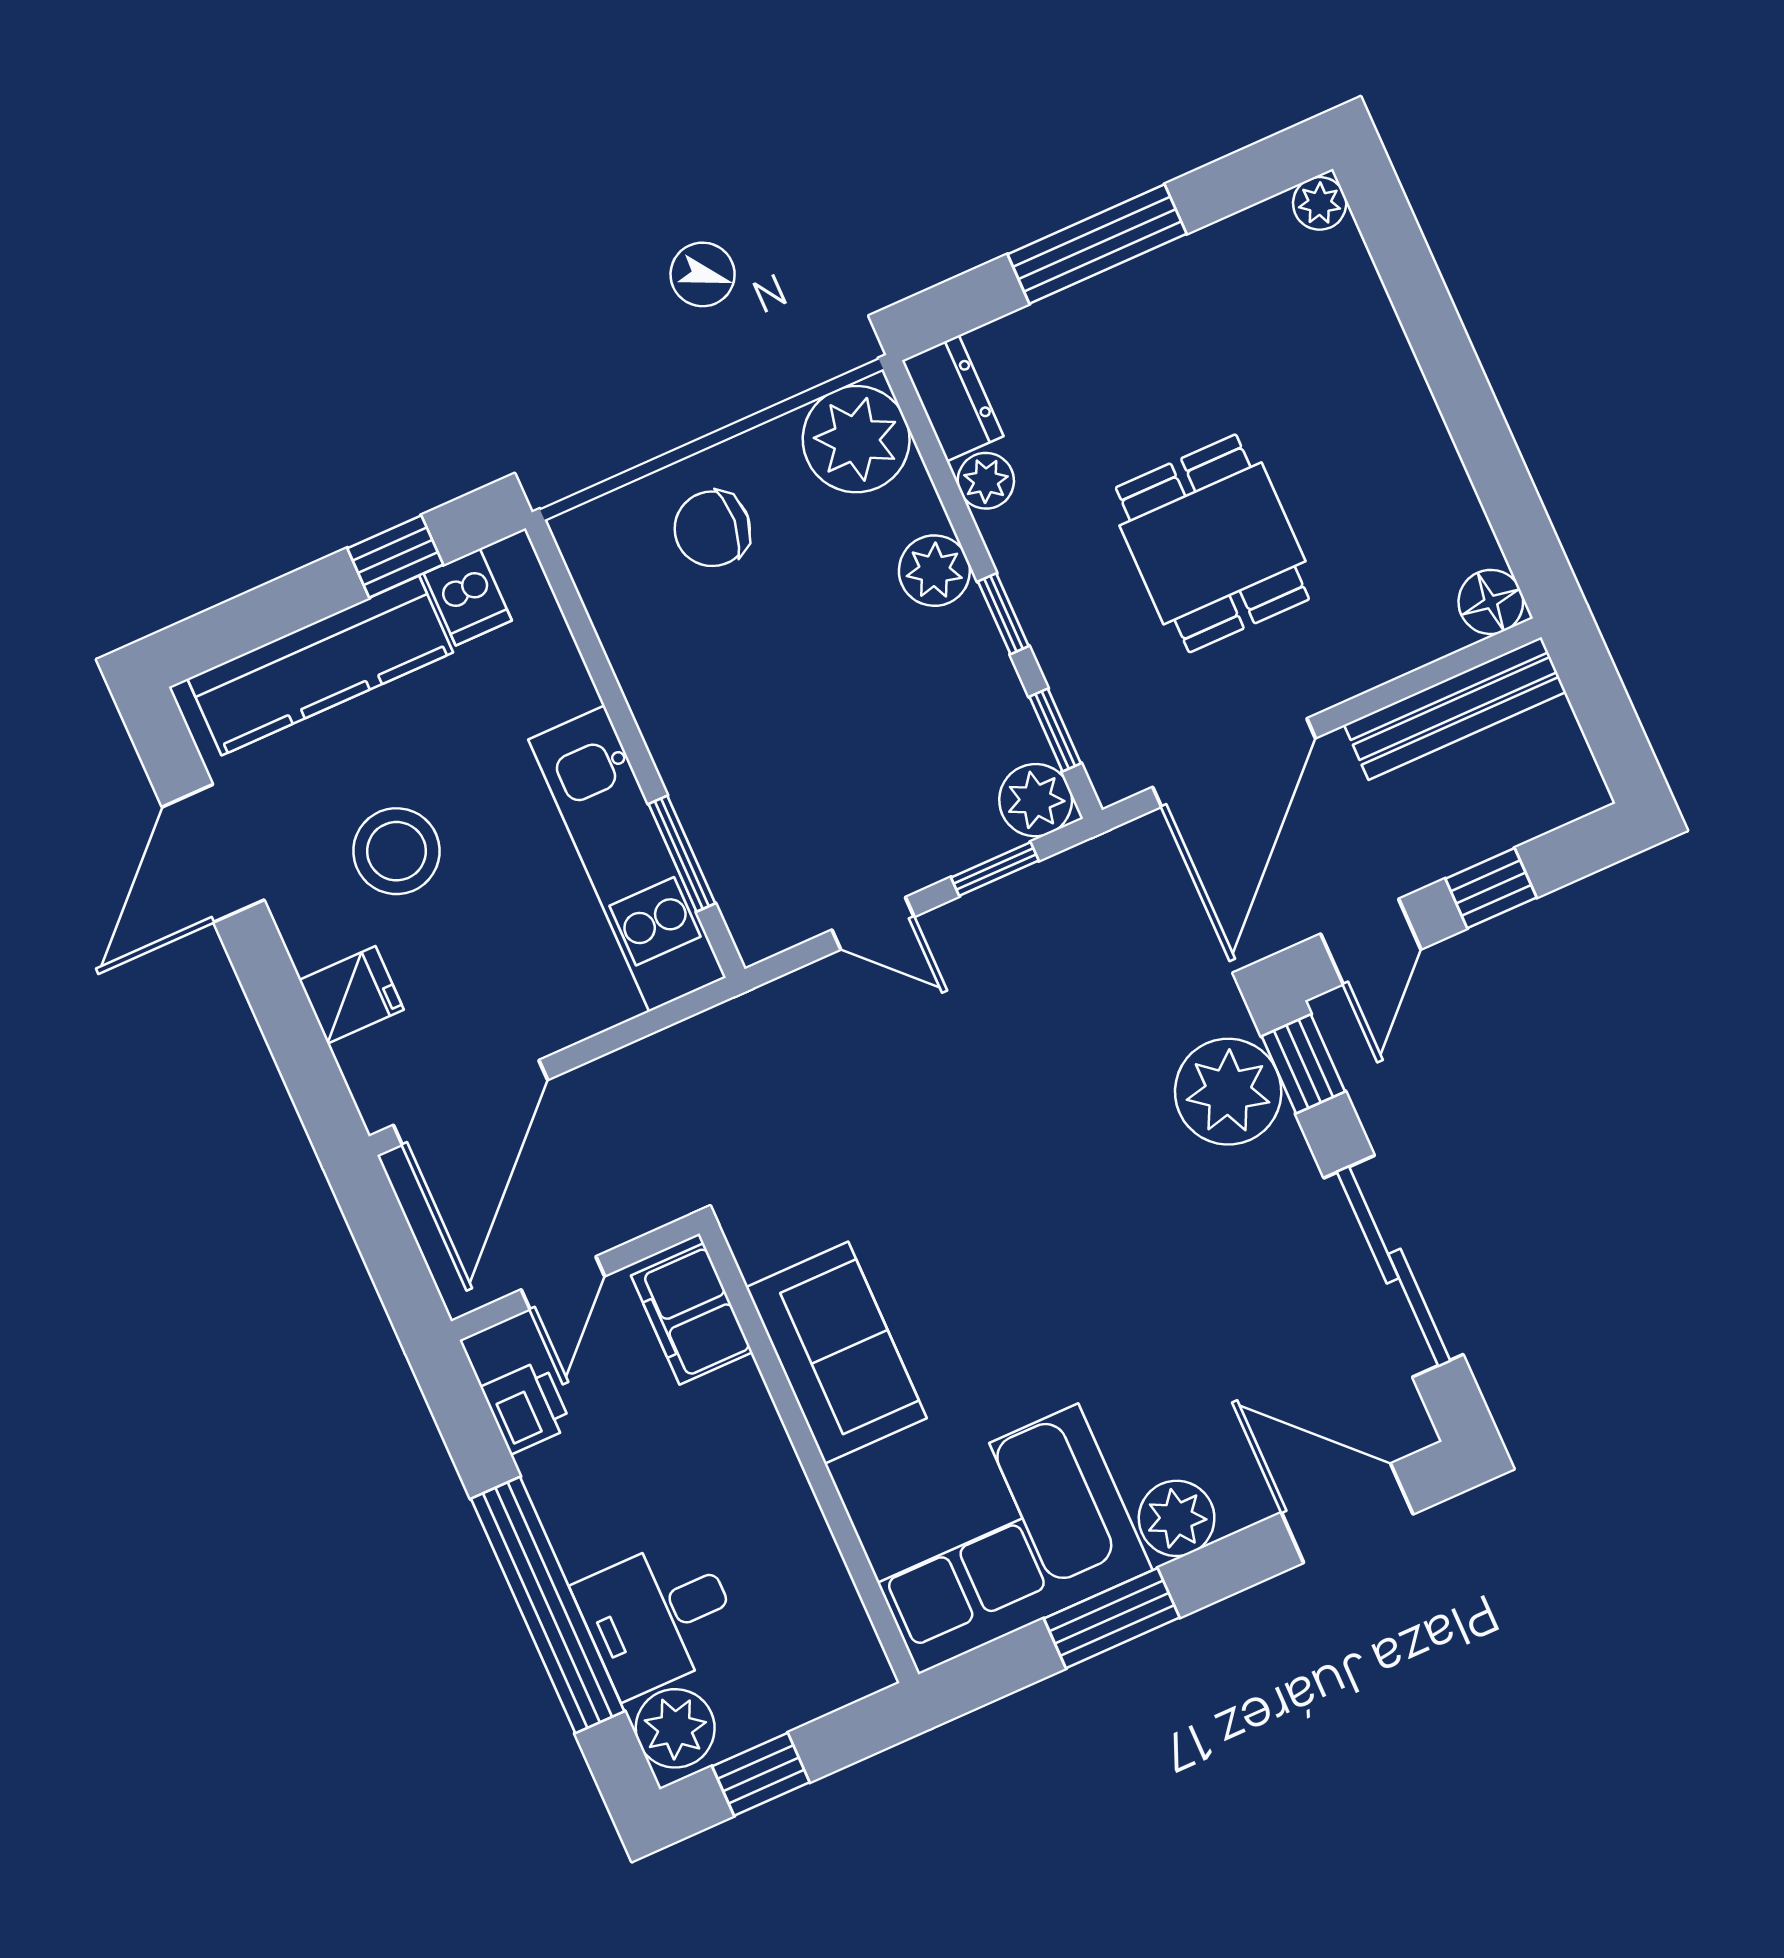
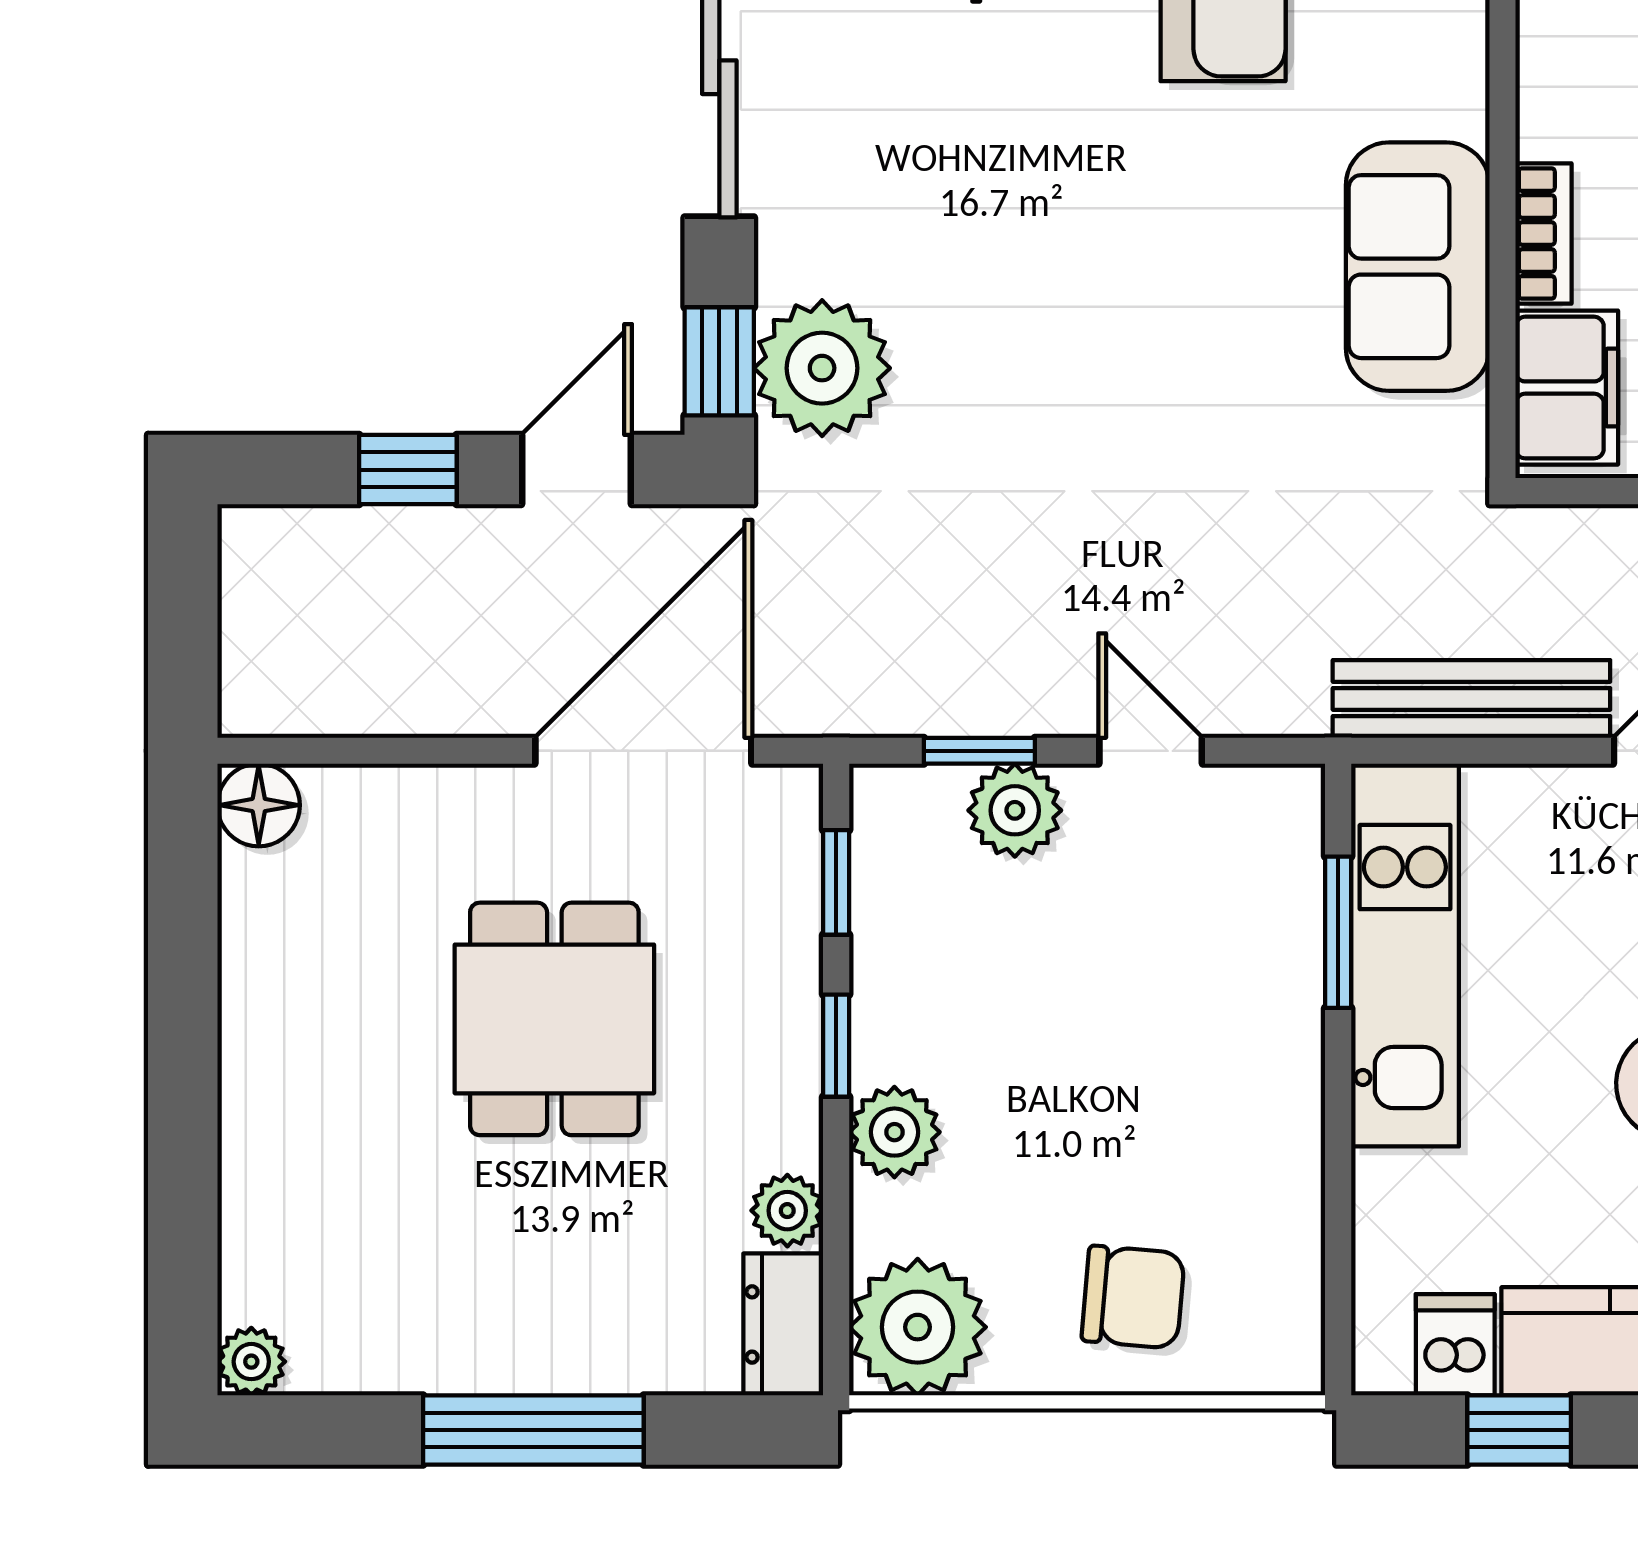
bench: (1455, 708) -> (1471, 699), moved
plant: (1036, 800) -> (1015, 810), moved
bookcase: (757, 1416) -> (1544, 233), added

